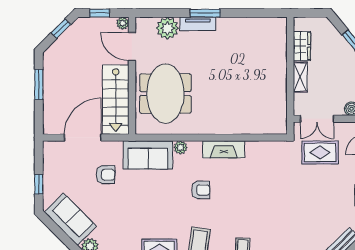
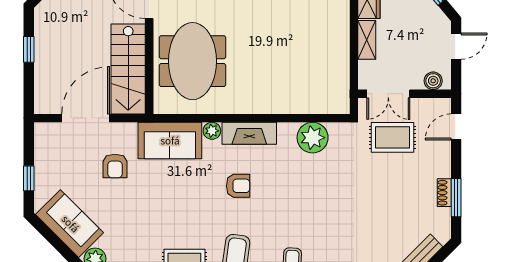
window: (39, 84) -> (29, 49), width x0.67
fireplace: (224, 149) -> (249, 133), moved
plant: (258, 153) -> (313, 138), added
armchair: (105, 175) -> (115, 166), turned 90

